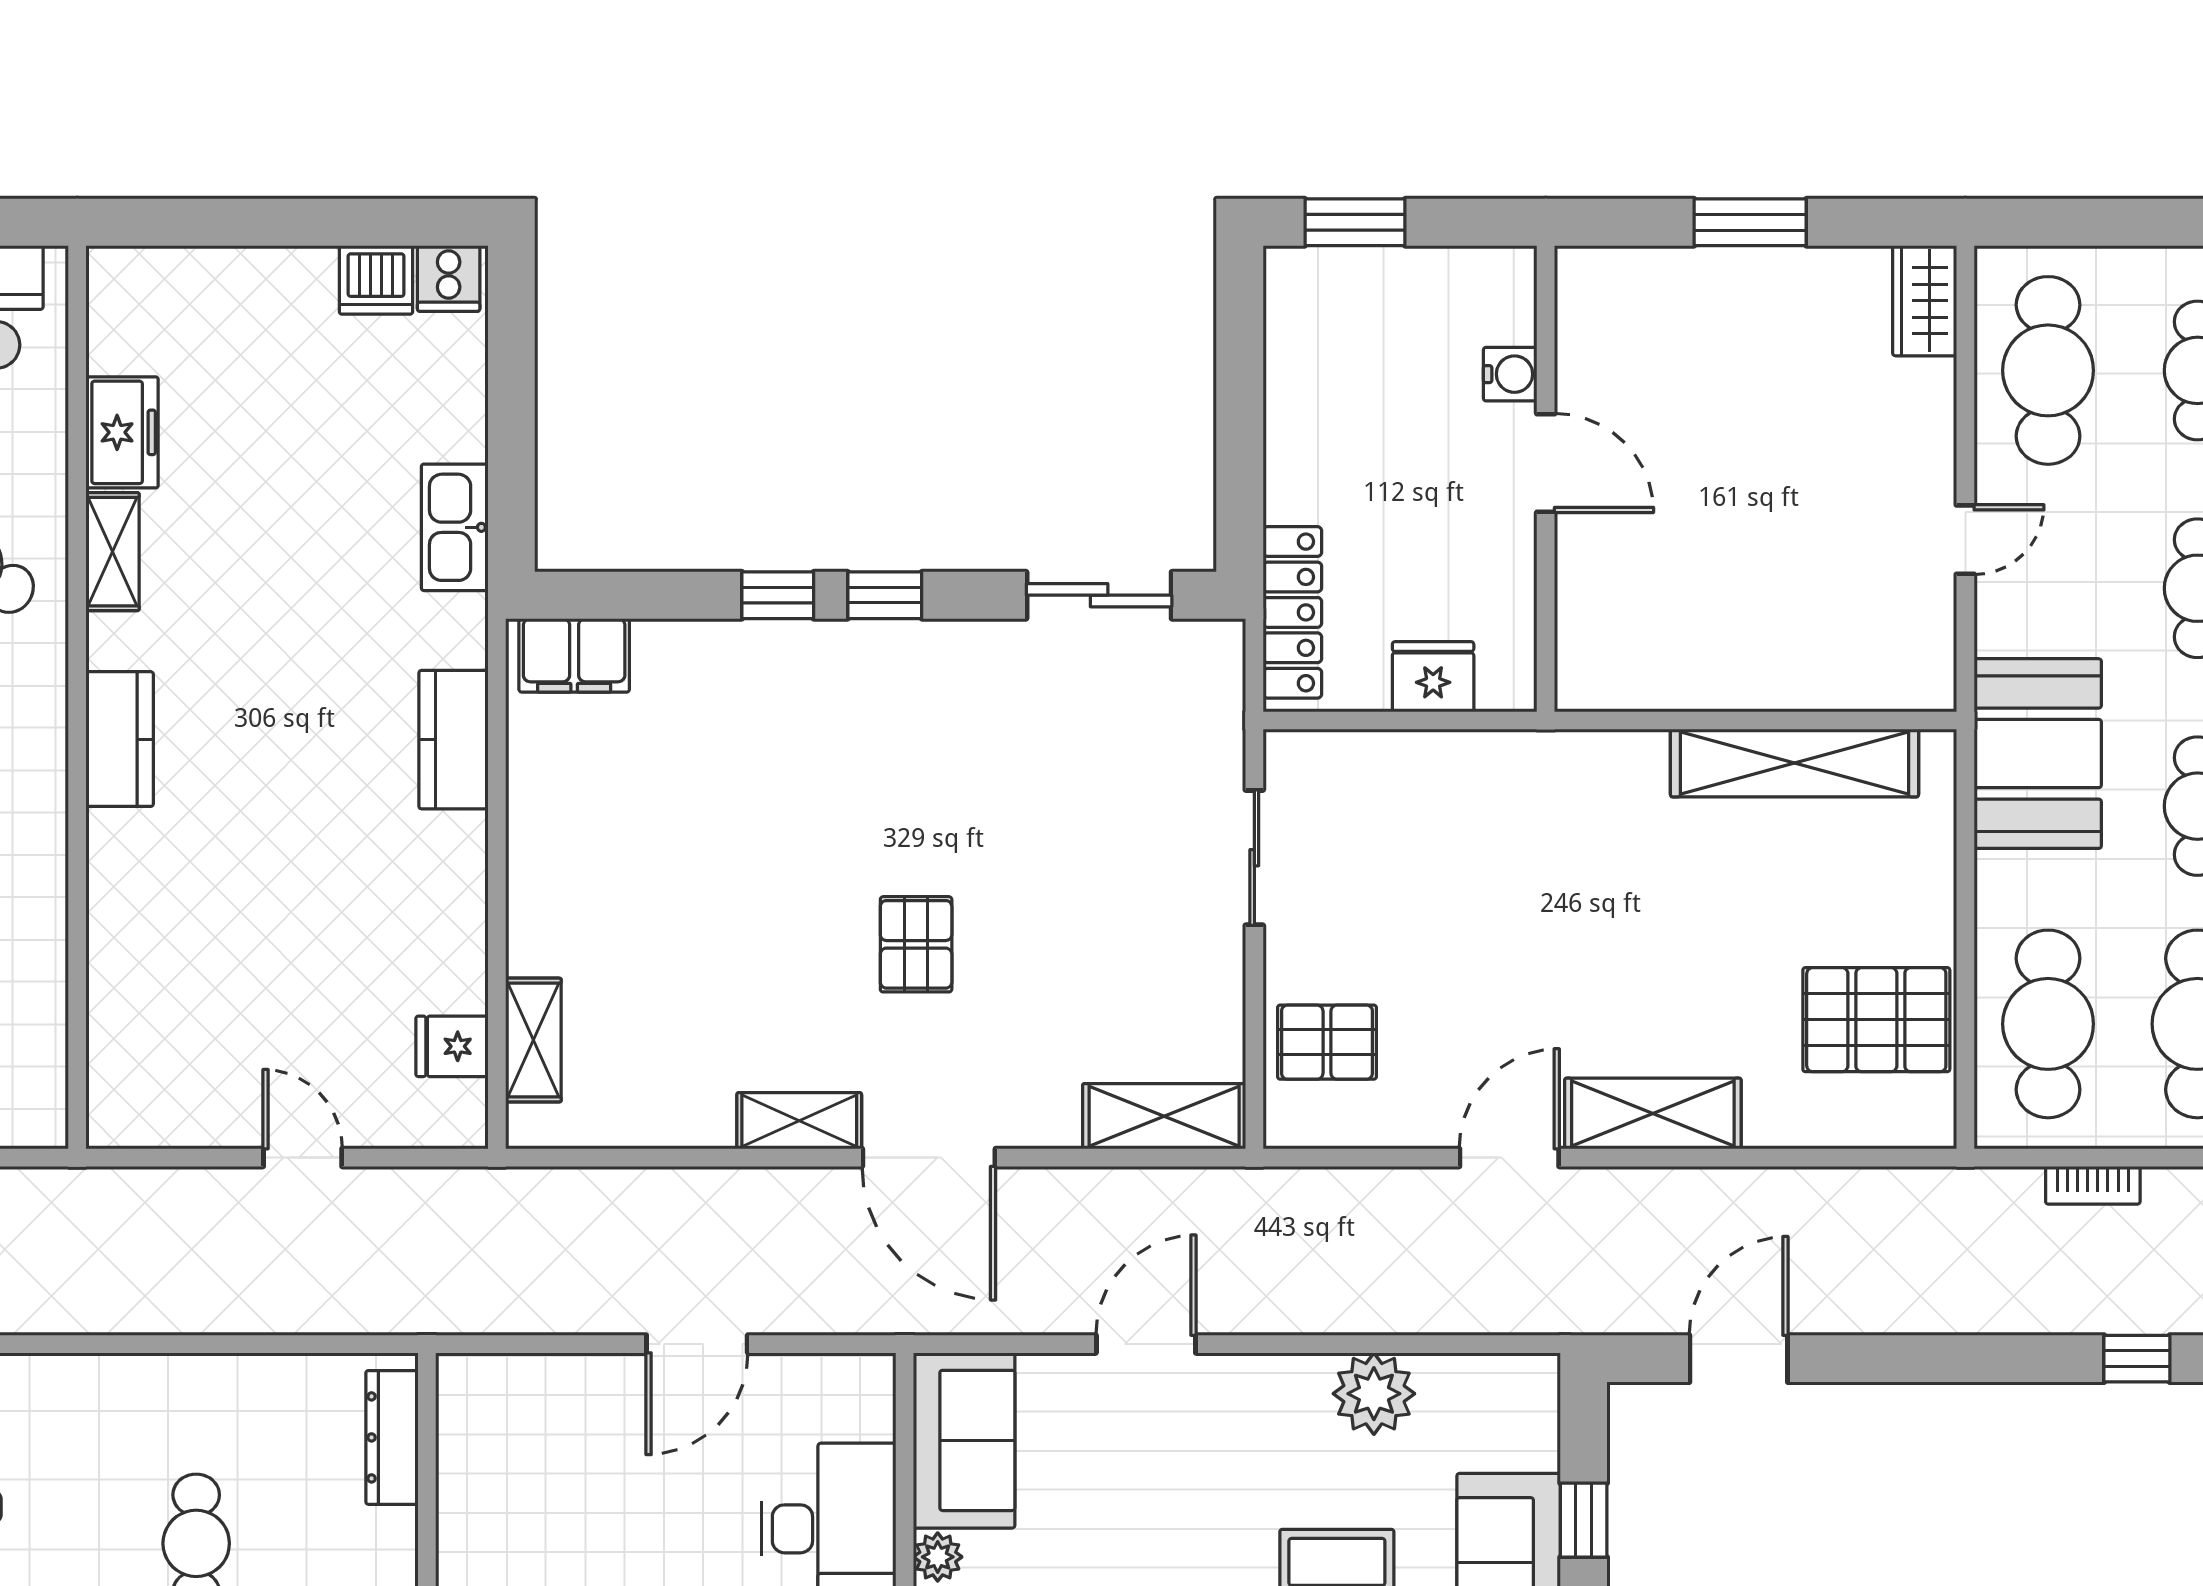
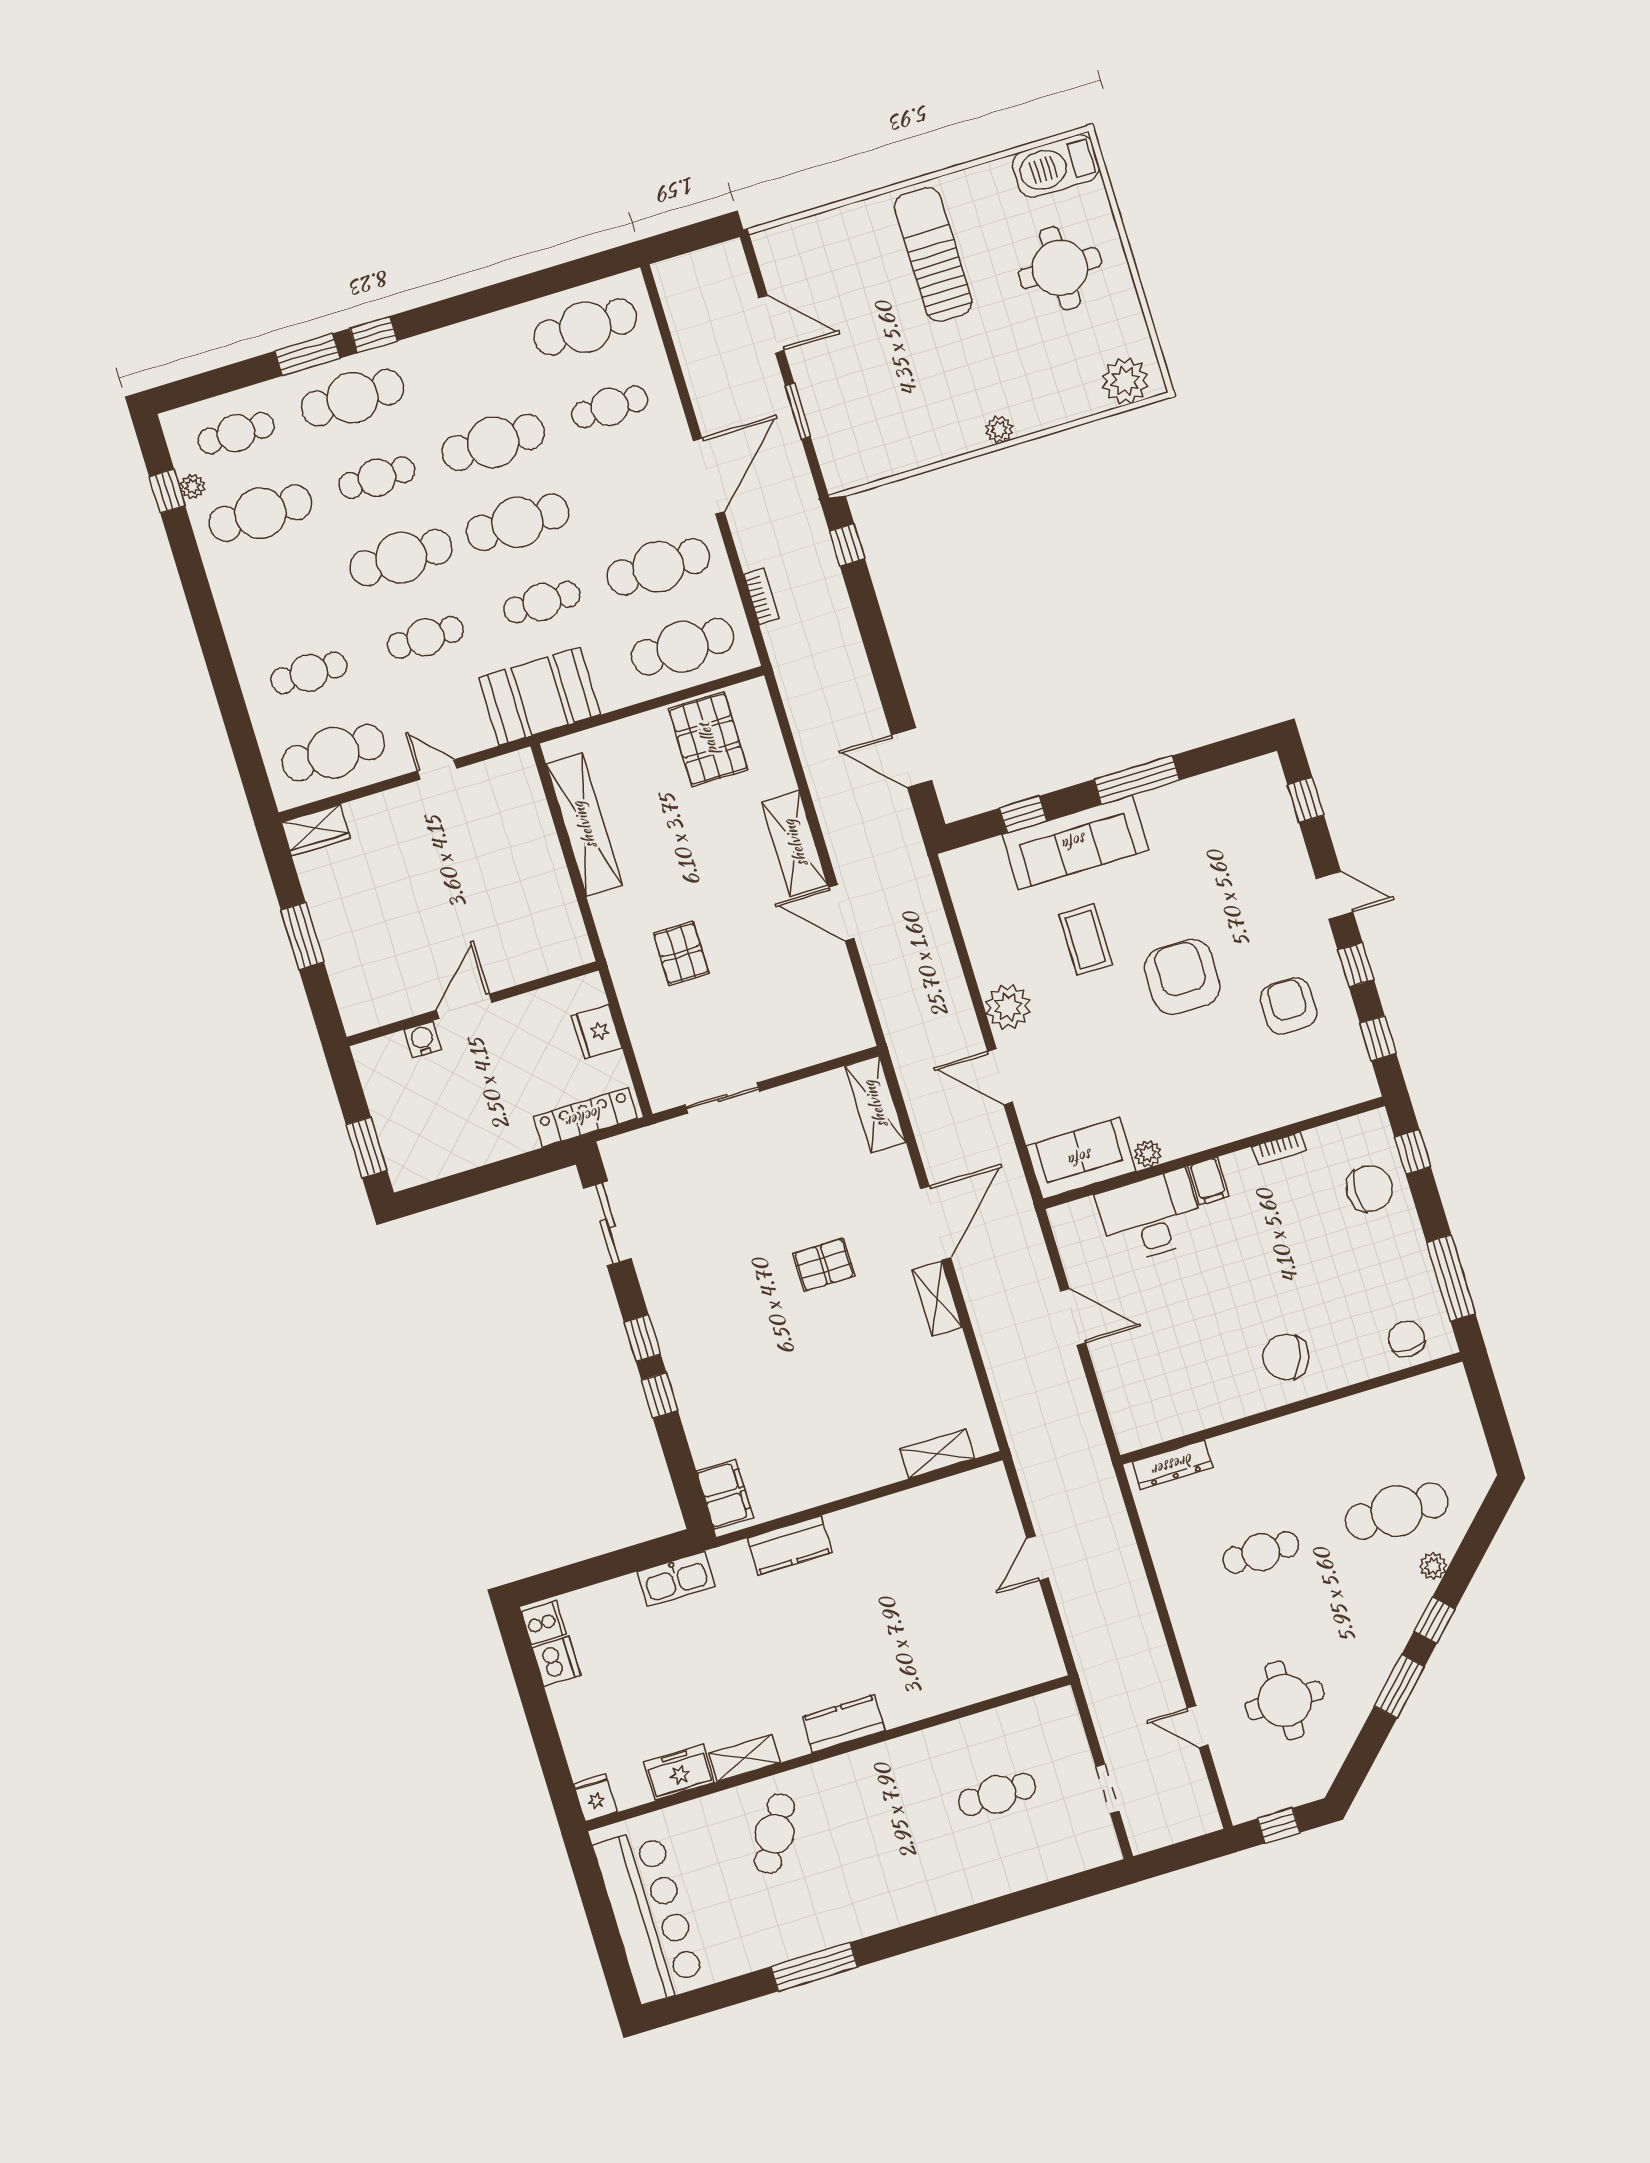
pallet: (1327, 1042) -> (681, 953), moved
fridge: (452, 1046) -> (595, 1798), moved, turned 180
plant: (1374, 1394) -> (1008, 1007), moved

